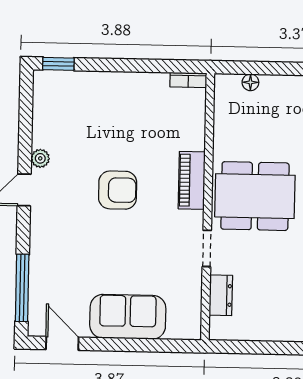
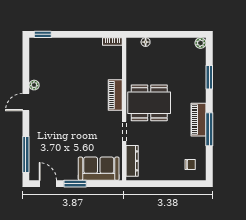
armchair: (118, 190) -> (76, 101), removed
dresser: (221, 295) -> (132, 161), width x1.44
sofa: (128, 317) -> (99, 169), moved
window: (113, 344) -> (75, 184), added

